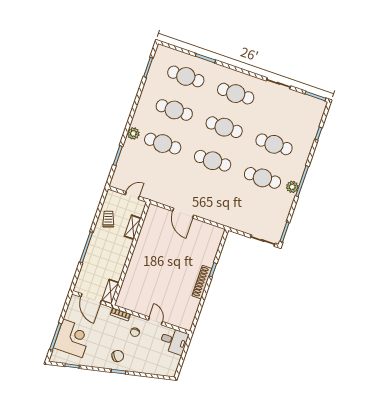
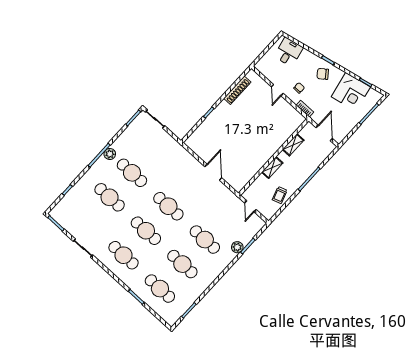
plant: (133, 133) -> (237, 247), moved
door: (132, 196) -> (250, 206), hinge flipped
shelving: (133, 227) -> (272, 168), moved
shoe rack: (202, 282) -> (237, 90), moved
shelving: (110, 292) -> (293, 145), moved
corner desk: (73, 338) -> (351, 92), moved, turned -102
desk: (174, 341) -> (289, 52), moved, turned 78

